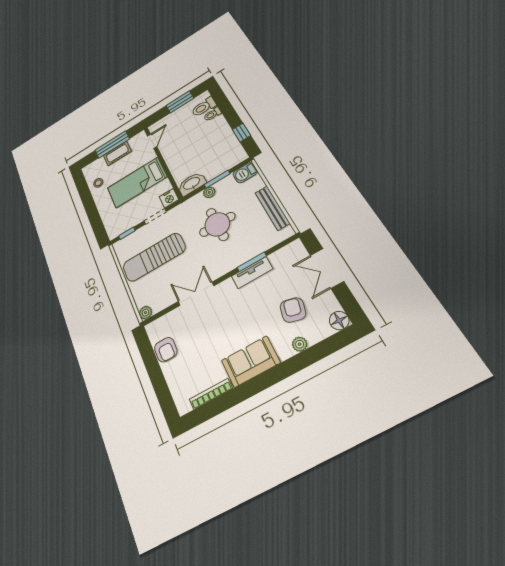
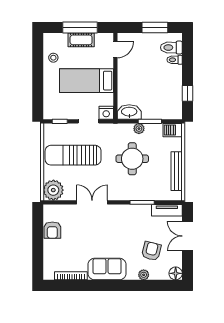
tv unit: (252, 273) -> (167, 210), moved
plant: (145, 313) -> (53, 190), width x1.87, depth x1.87

